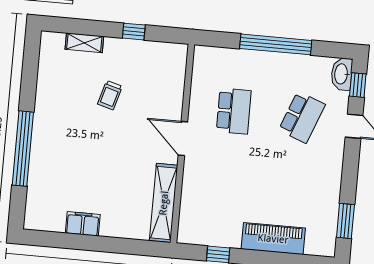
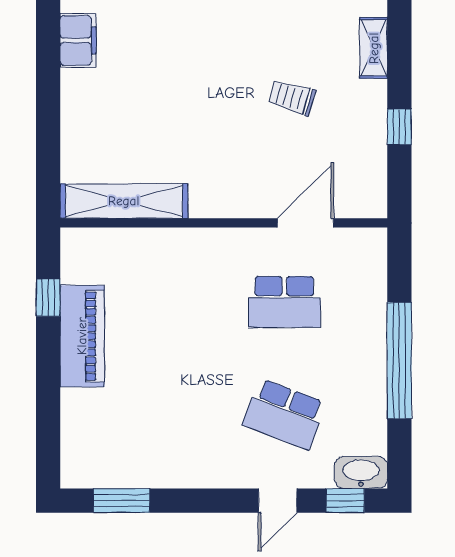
door: (183, 139) -> (306, 223), moved
filing cabinet: (83, 224) -> (78, 40), moved
piano: (273, 239) -> (82, 336), moved

